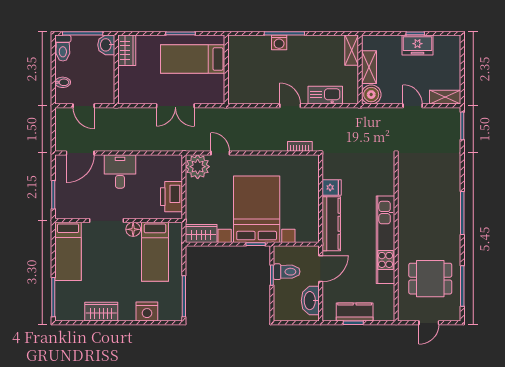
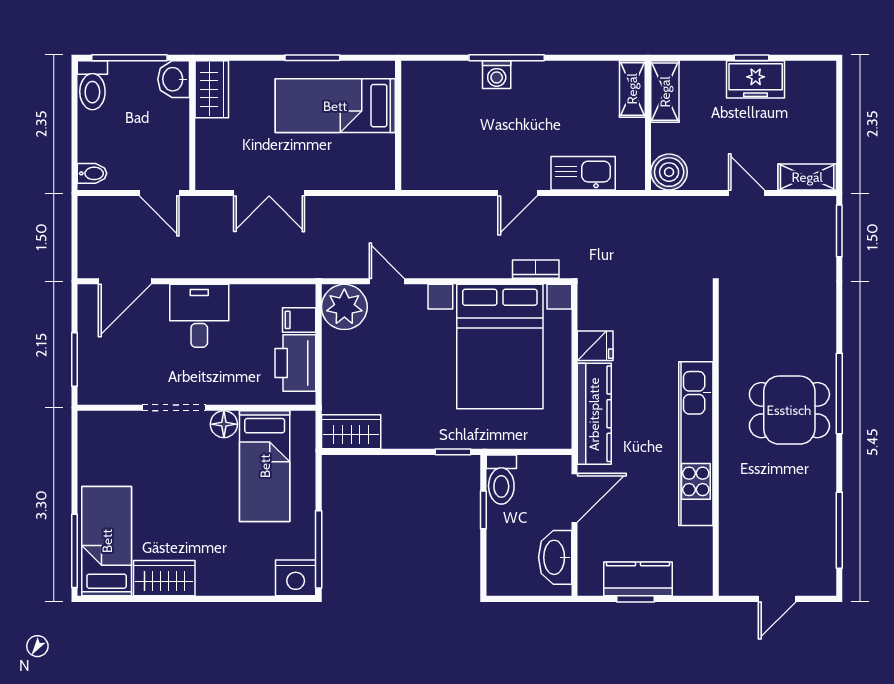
shelving: (369, 67) -> (665, 92), moved
bidet: (63, 82) -> (92, 173), moved
door: (84, 106) -> (159, 193), moved
double door: (175, 106) -> (269, 193), moved
door: (290, 106) -> (517, 193), swing flipped
filing cabinet: (173, 174) -> (299, 320), added
bed with nightstands: (257, 209) -> (500, 347), moved, turned 180
bed: (68, 251) -> (107, 541), moved, turned 180
toilet: (287, 272) -> (501, 480), moved, turned 90
dining table: (430, 279) -> (789, 410), moved
nightstand: (147, 312) -> (296, 578), moved

